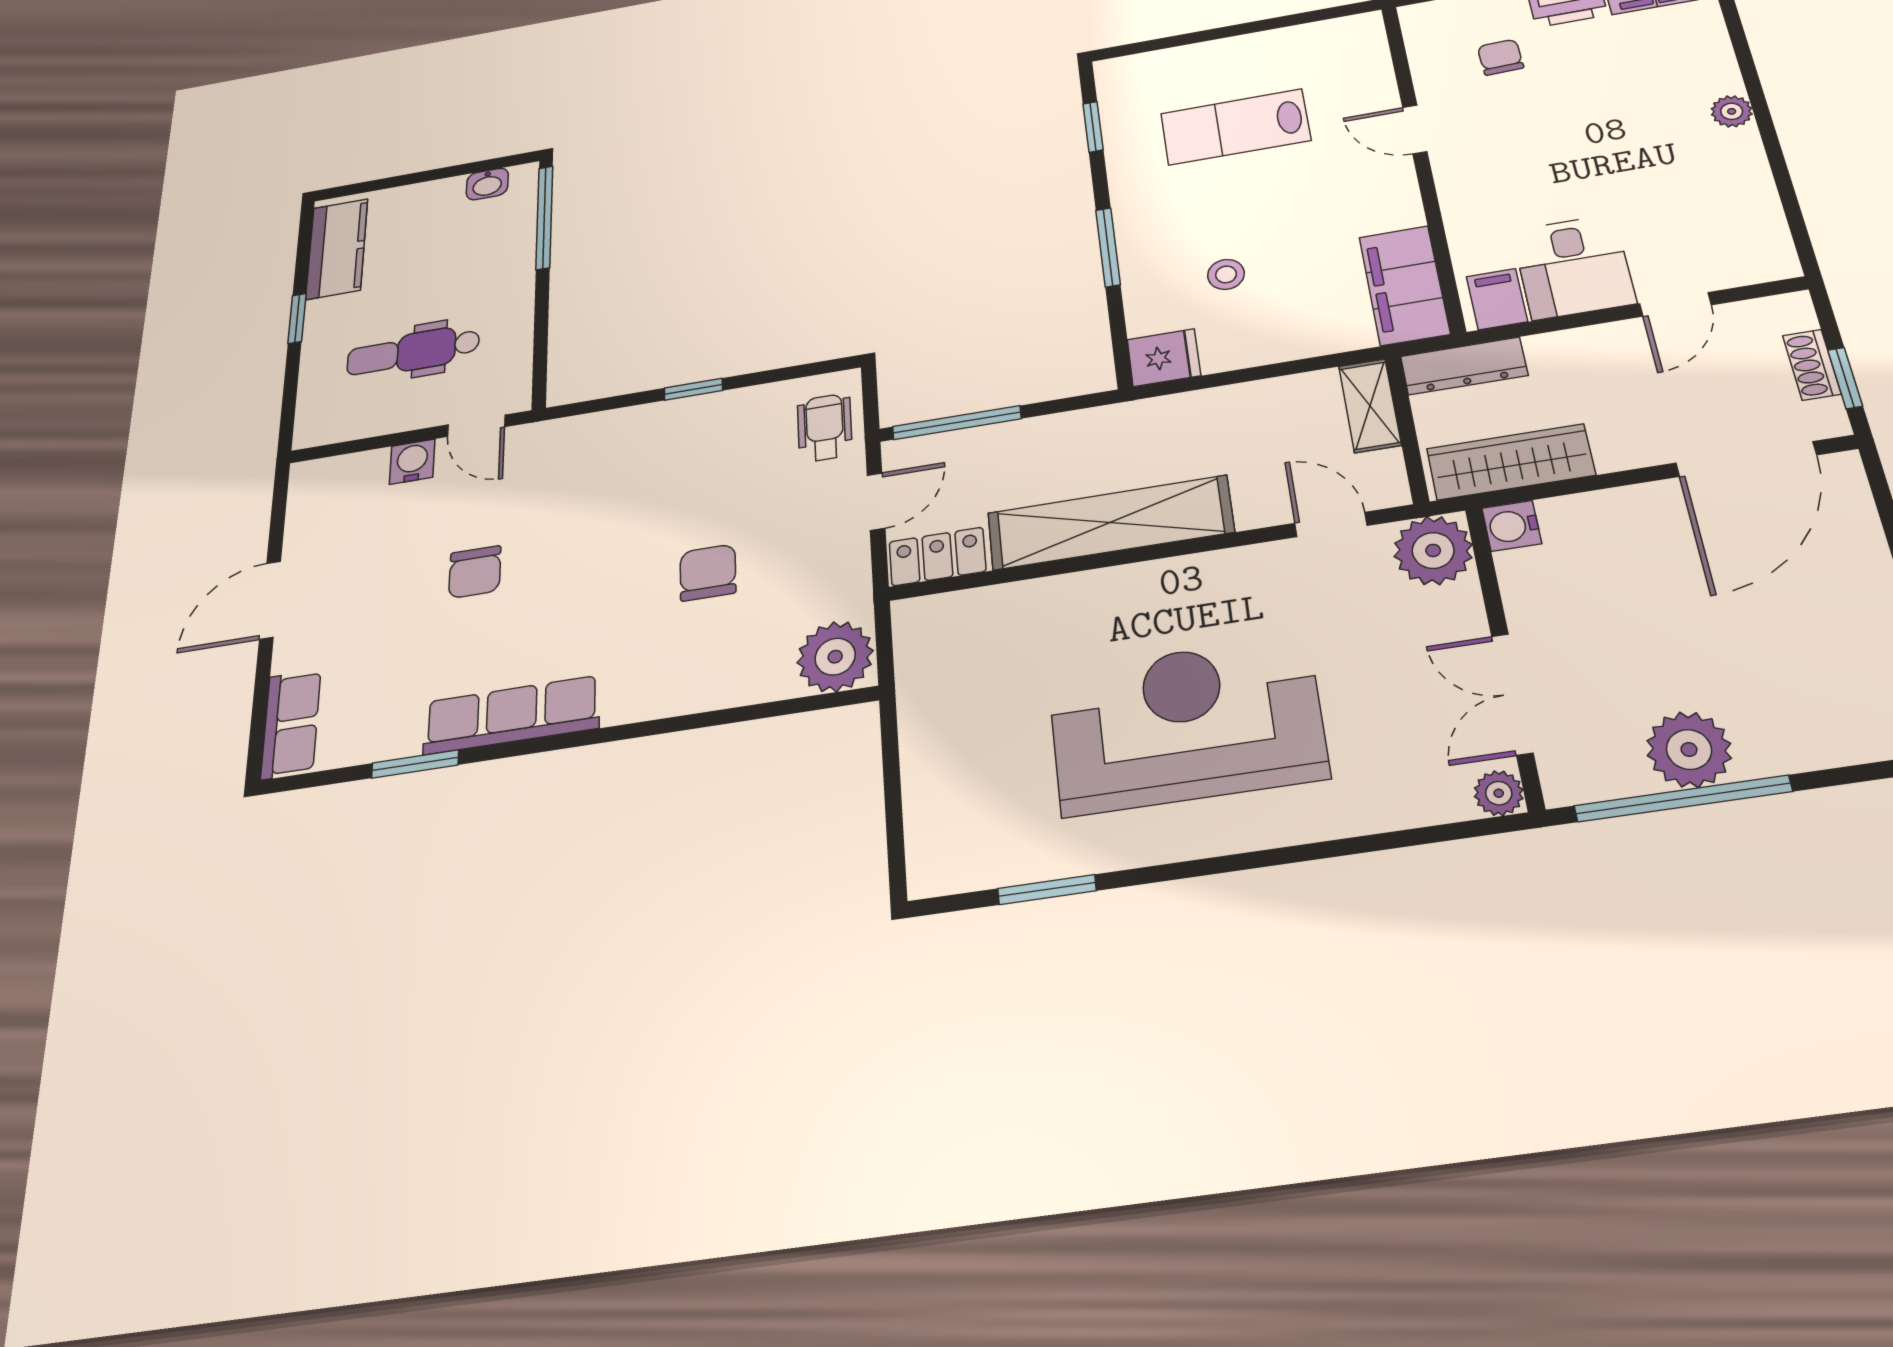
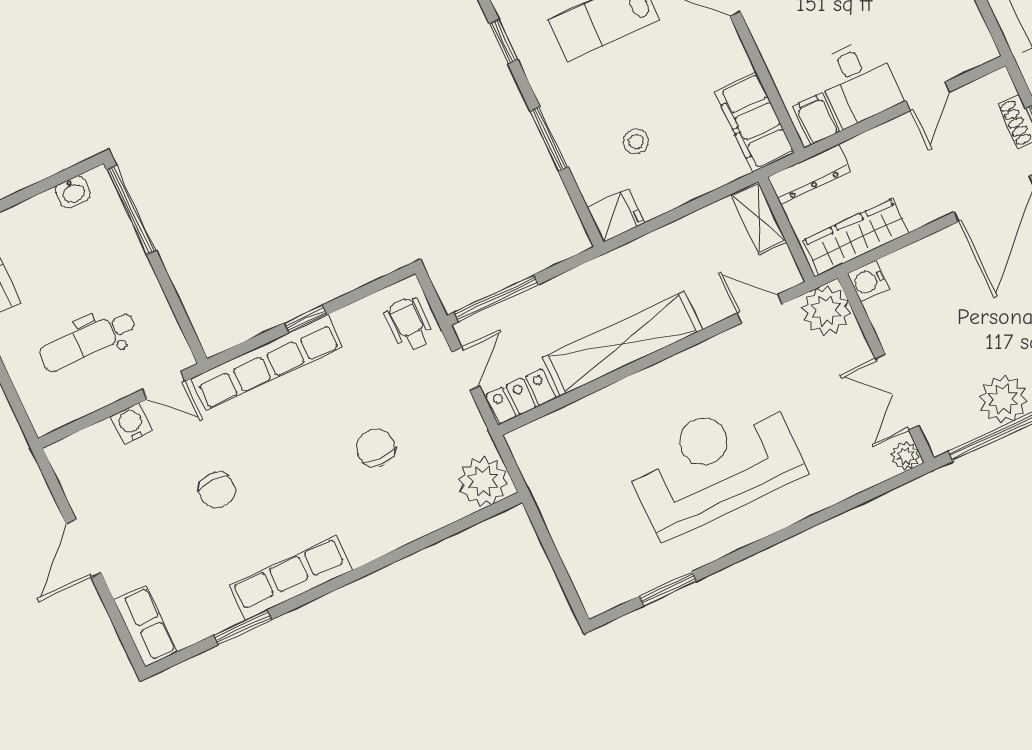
row of seats: (618, 430) -> (267, 363), added

